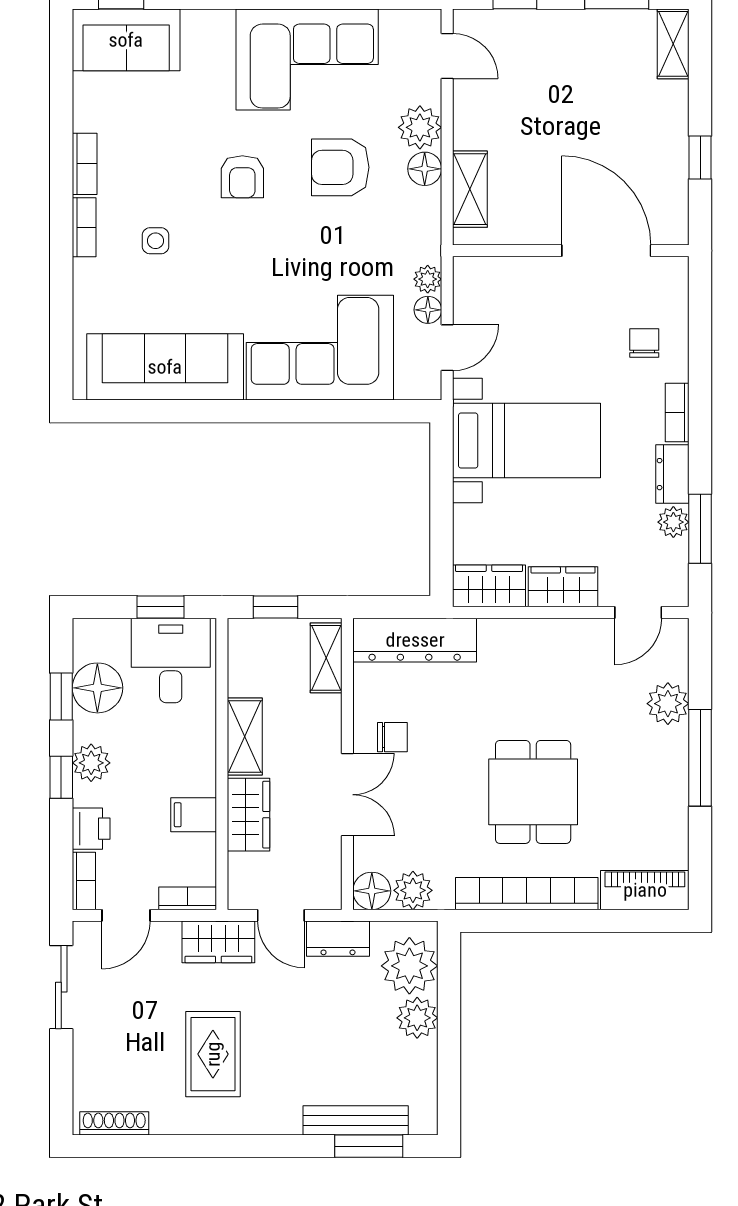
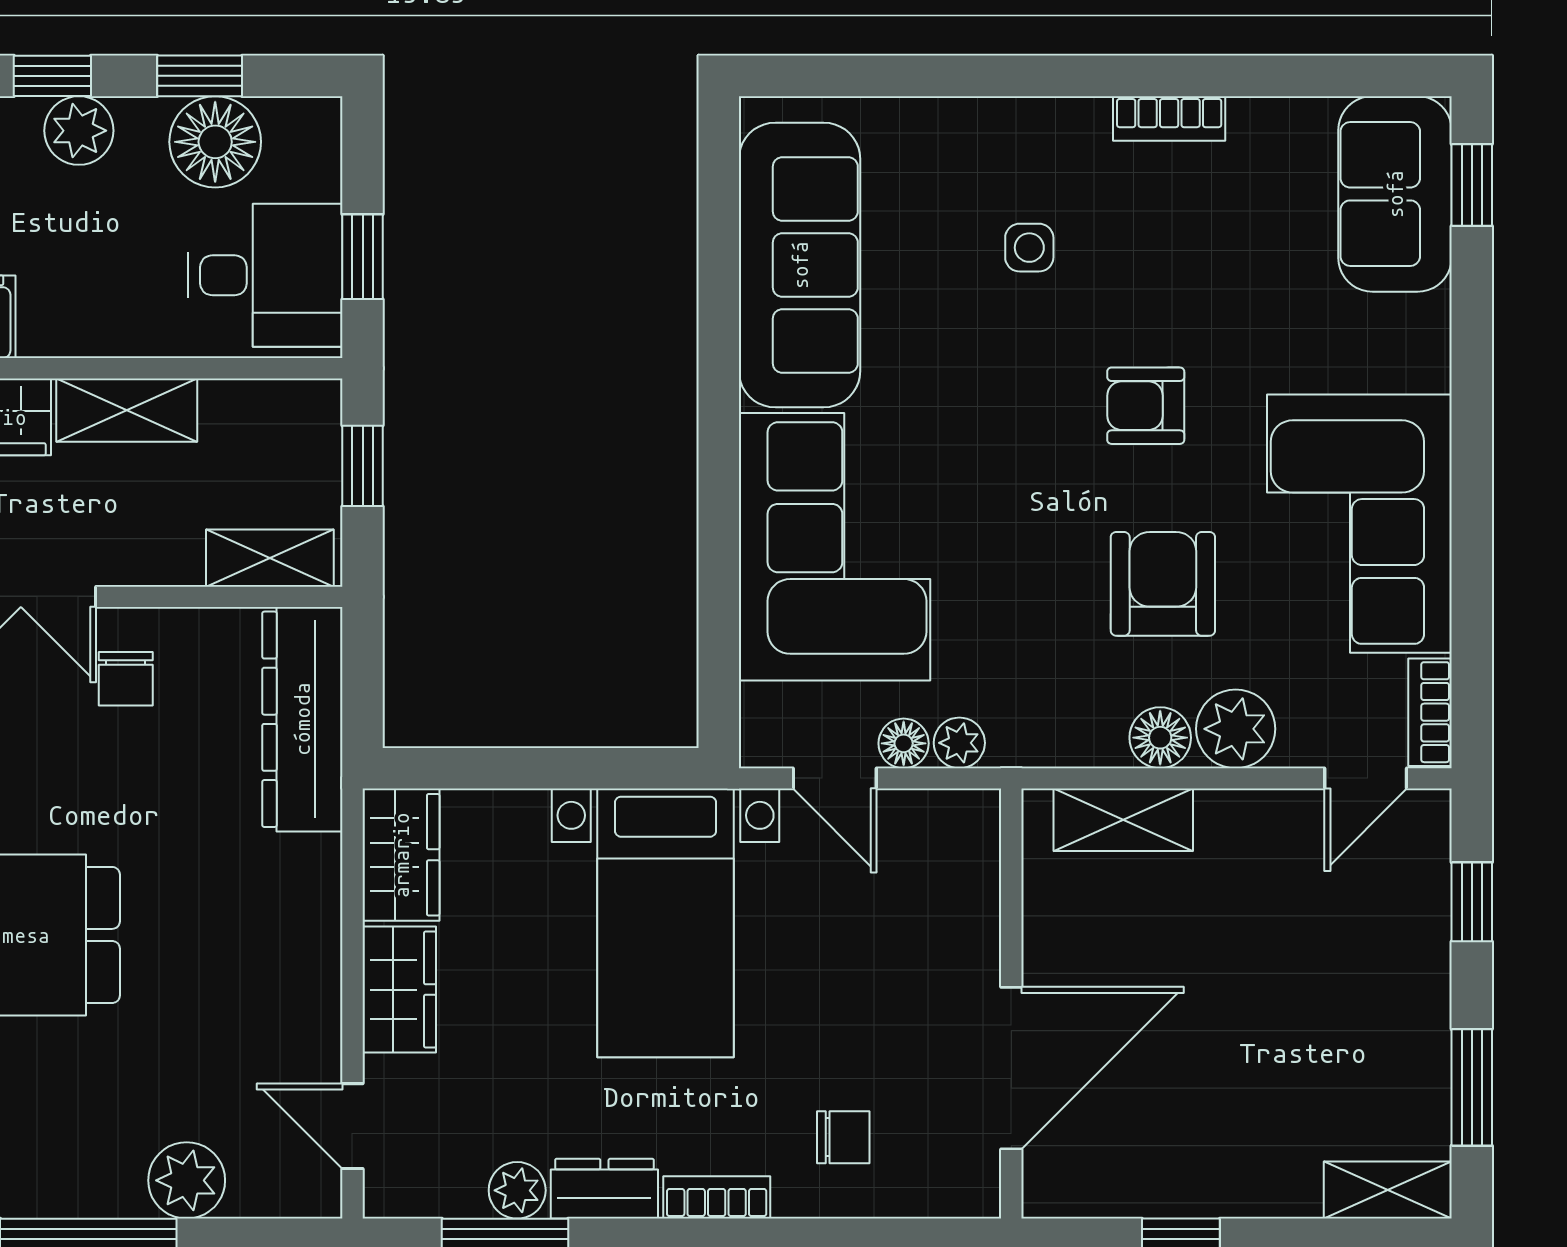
bookcase: (84, 227) -> (1430, 712), moved, turned 90

